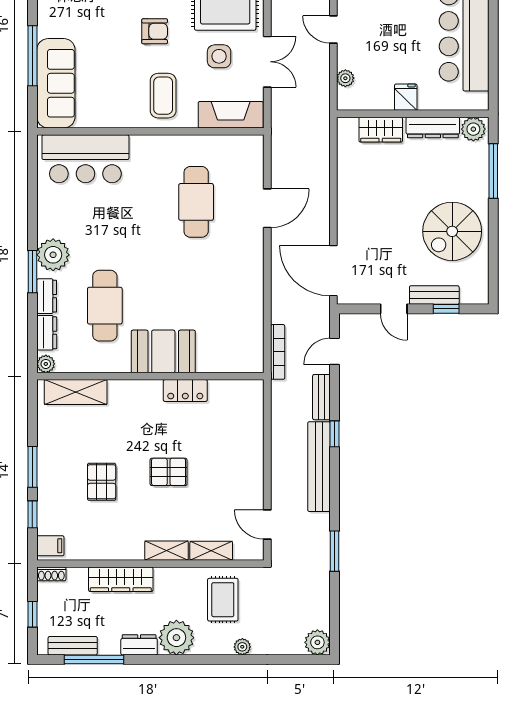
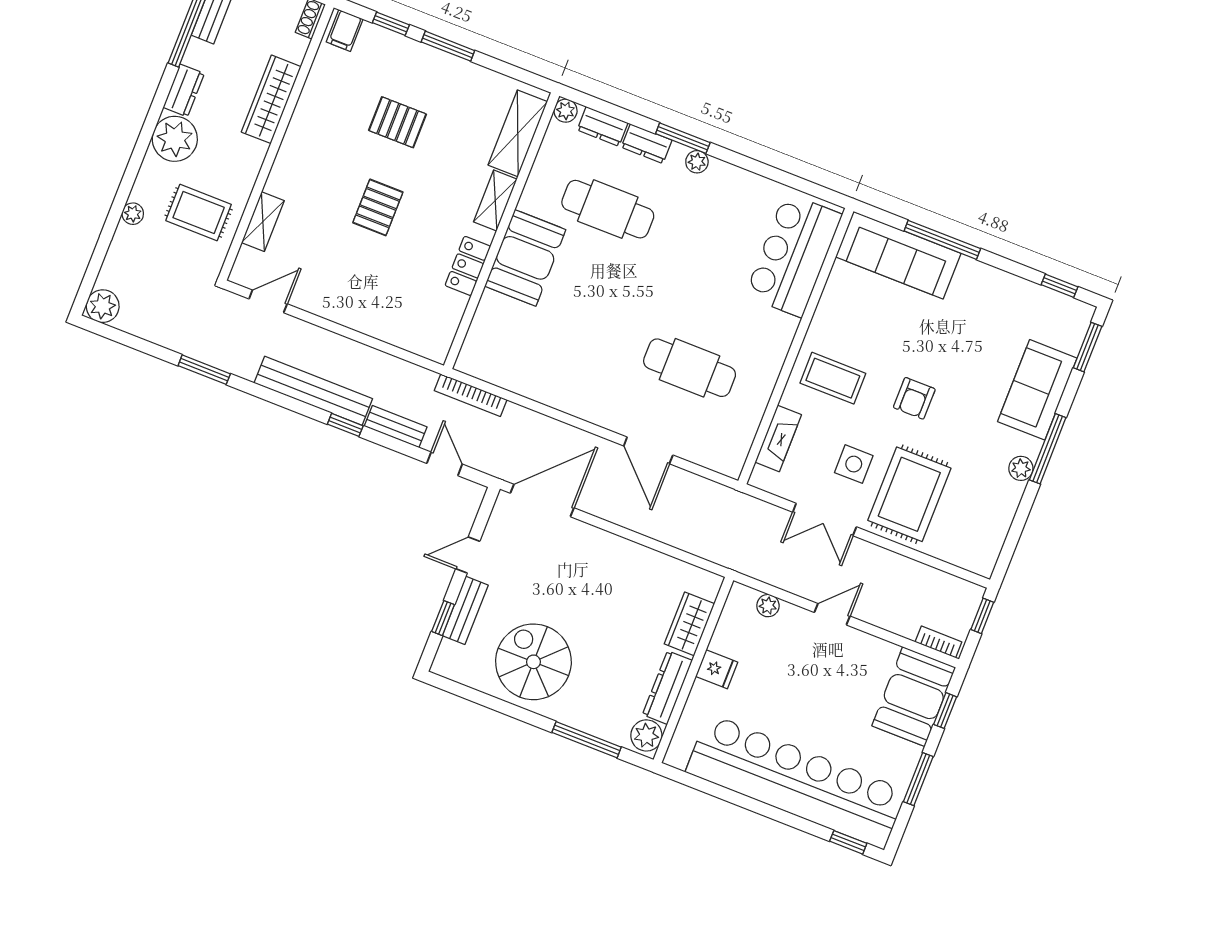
fireplace: (231, 115) -> (778, 438), width x0.73, depth x0.76
plant: (53, 255) -> (697, 162), width x0.53, depth x0.53
shelving: (167, 551) -> (495, 200), moved

